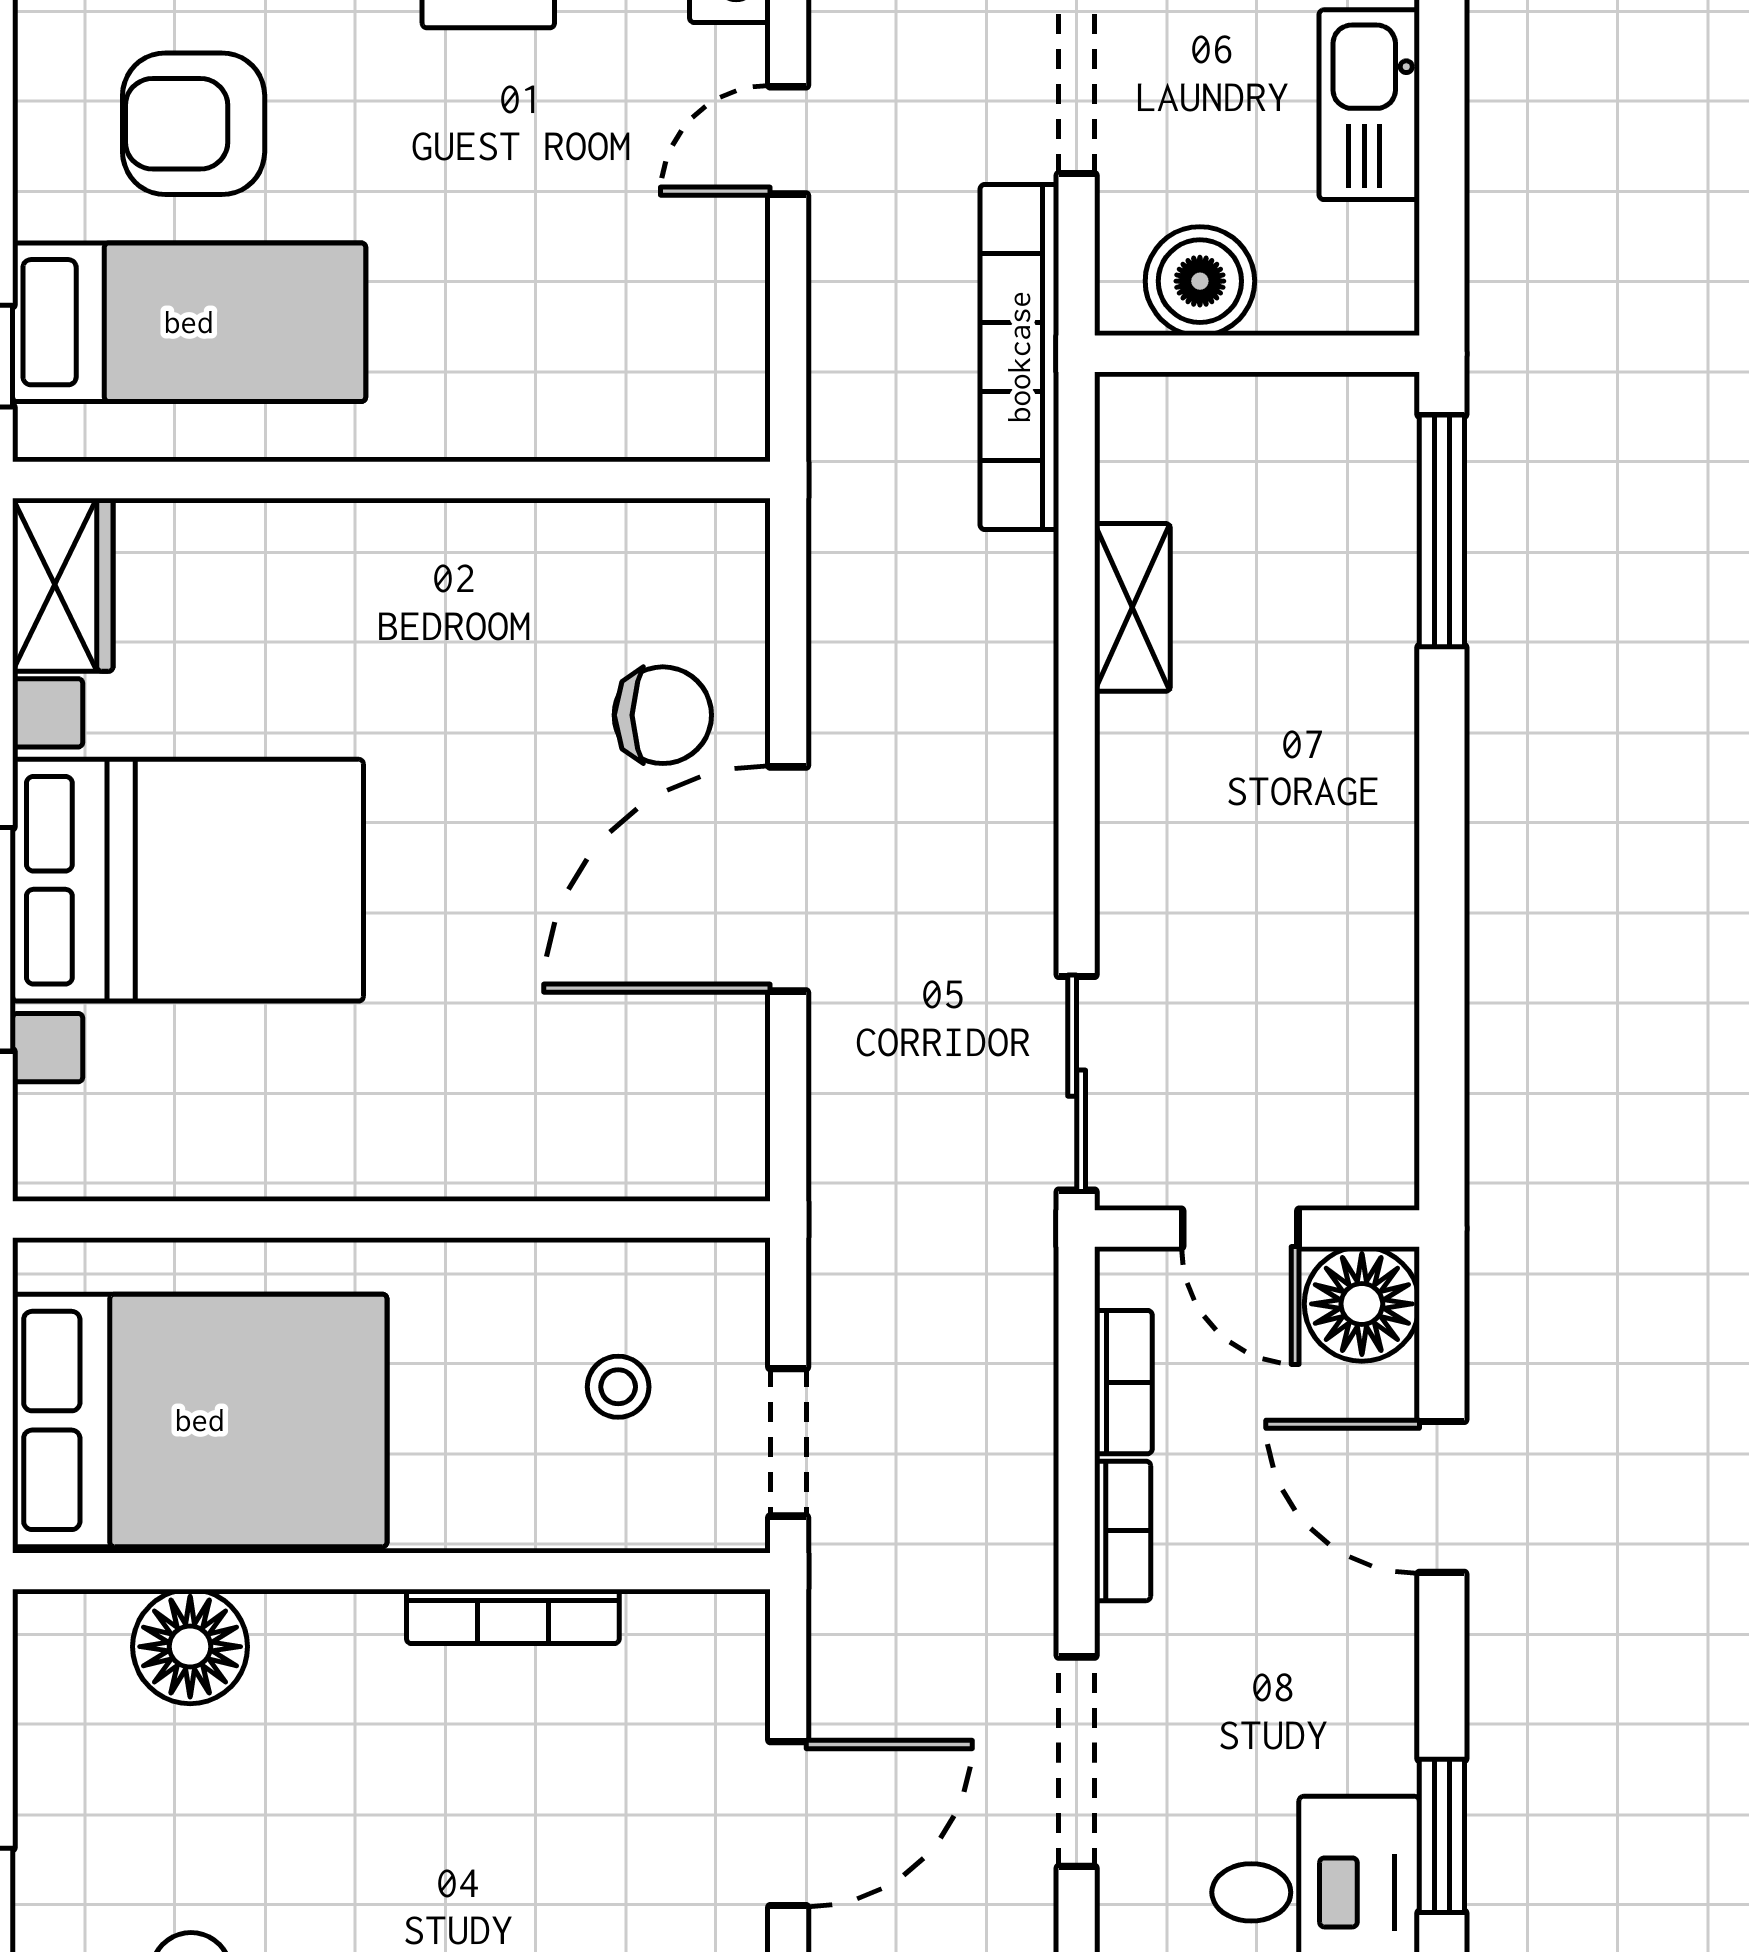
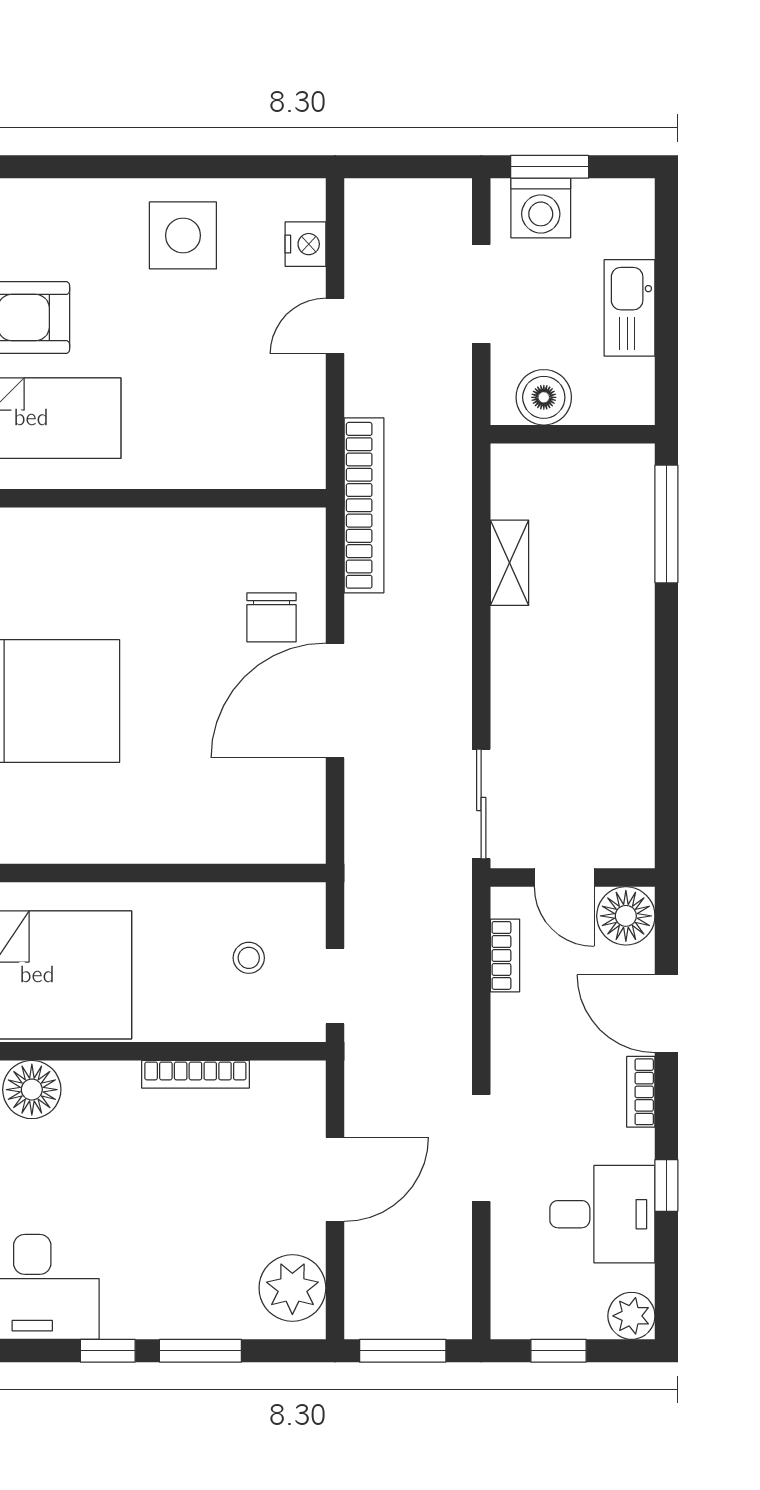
bookcase: (1019, 357) -> (364, 505), moved, turned 180
chair: (663, 715) -> (271, 617), turned 90
bookcase: (1123, 1531) -> (641, 1092), moved, turned 180
window: (1442, 1836) -> (666, 1185), width x0.67

